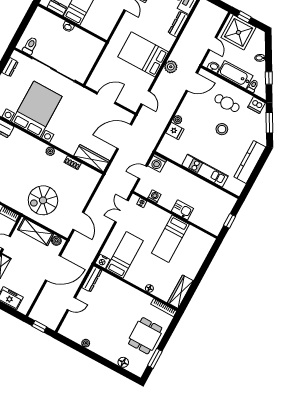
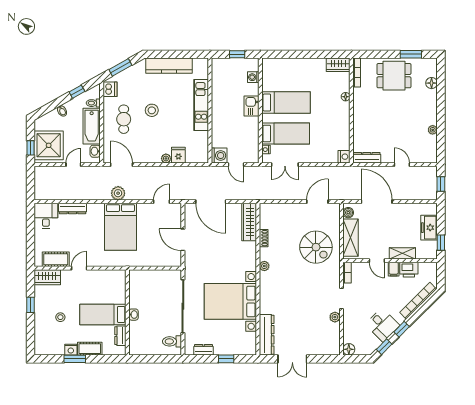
washing machine: (154, 197) -> (253, 77), moved
bed: (125, 255) -> (286, 134), moved, turned 180
wardrobe: (180, 292) -> (338, 65), width x0.67

